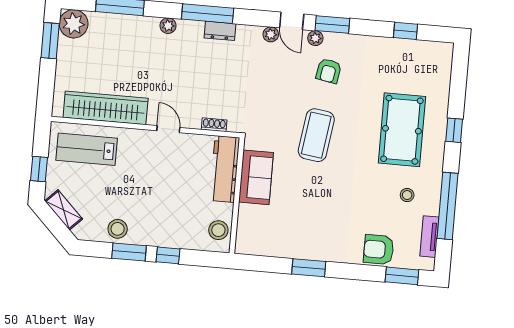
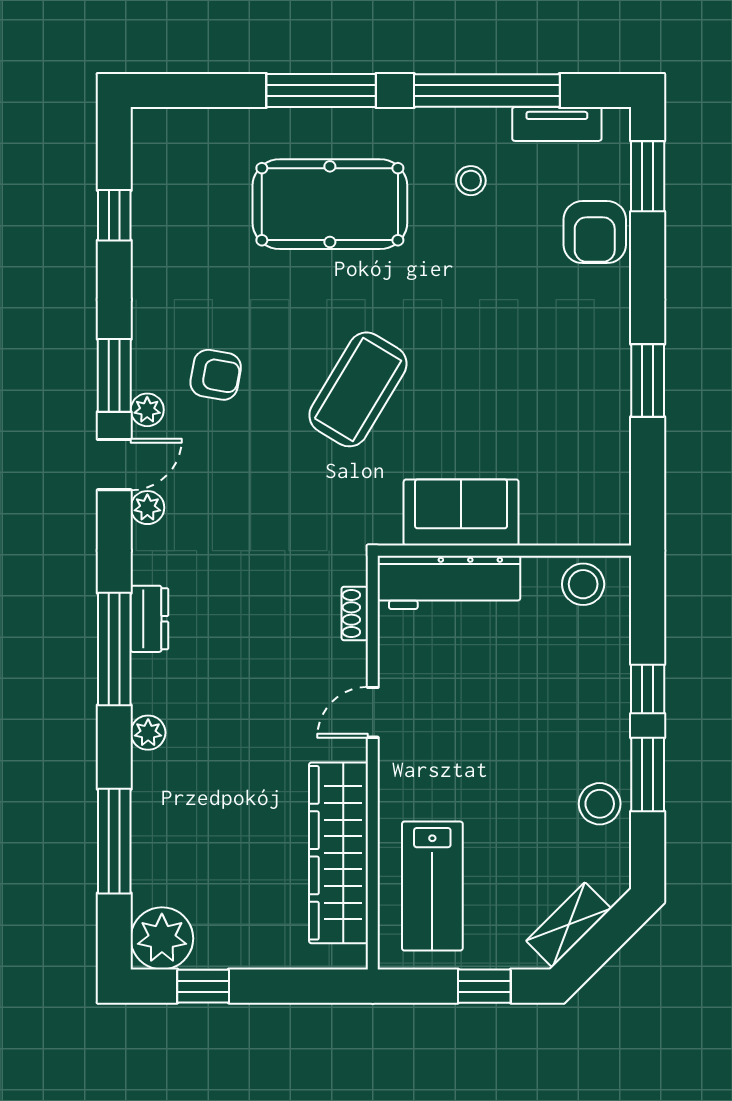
window: (50, 41) -> (203, 986), width x0.67
window: (454, 130) -> (321, 91), width x2.17
coffee table: (316, 135) -> (358, 389), turned -67

